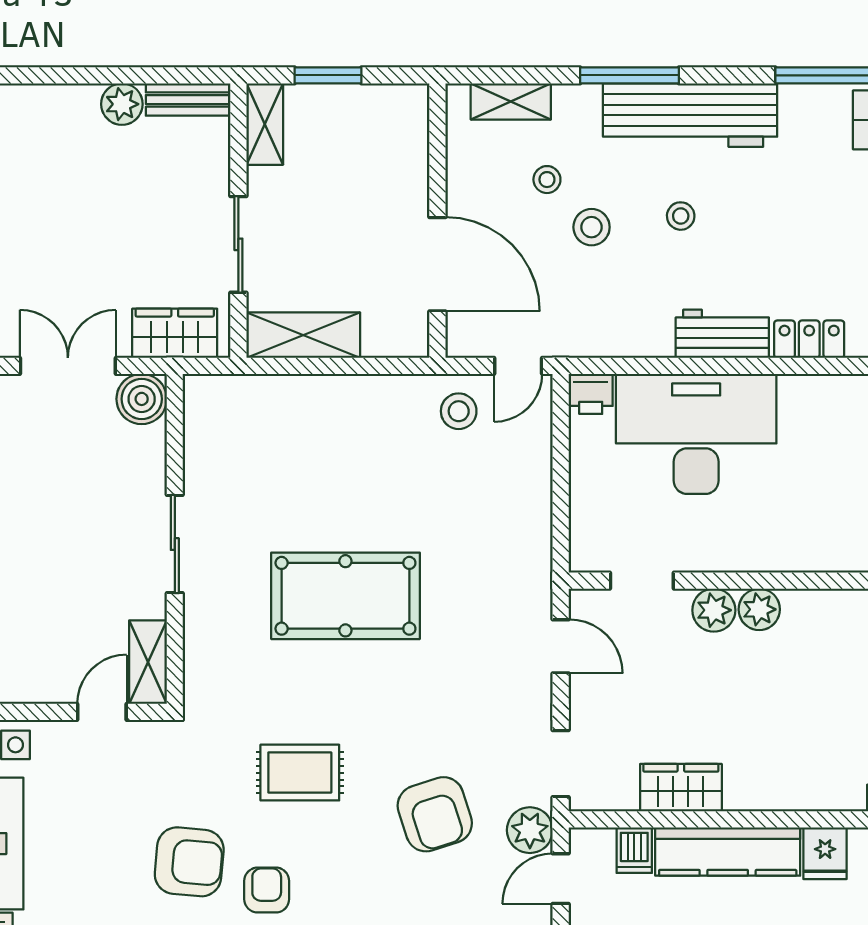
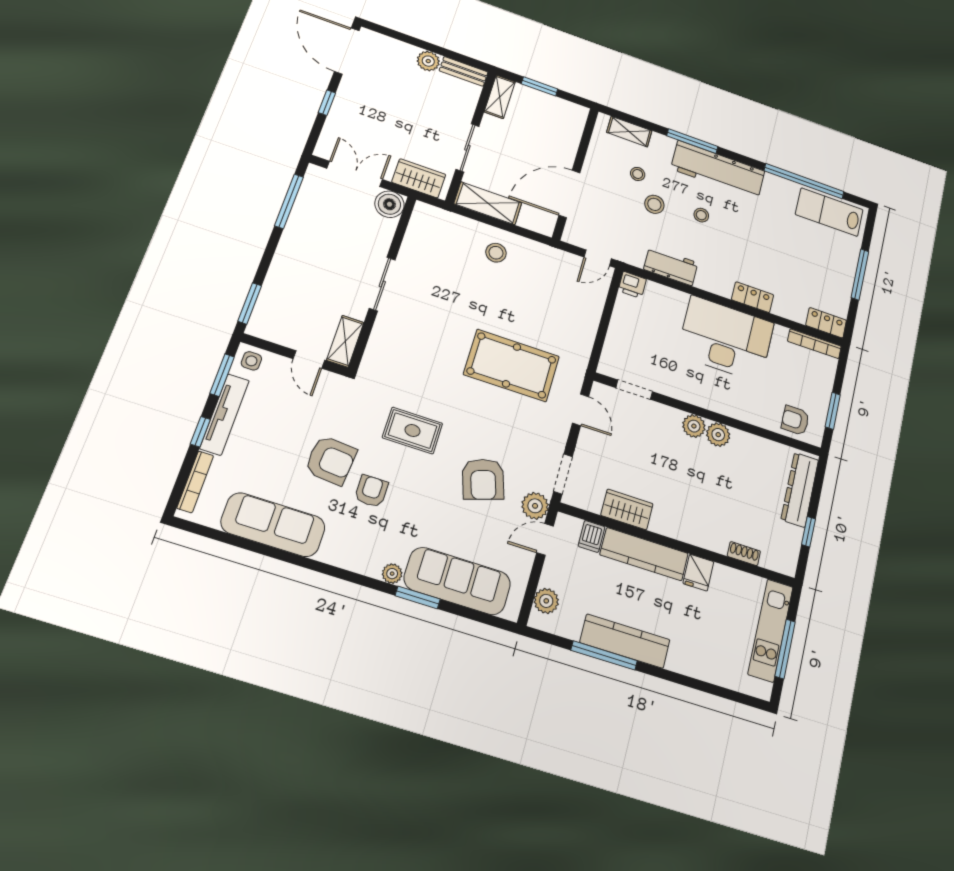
door: (437, 264) -> (569, 194), swing flipped
workbench: (722, 334) -> (671, 266), moved
stool: (459, 411) -> (496, 253), moved
desk: (696, 434) -> (726, 339), moved
pool table: (345, 596) -> (512, 365), moved
plant: (714, 610) -> (718, 435), moved
door: (102, 712) -> (309, 359), swing flipped

